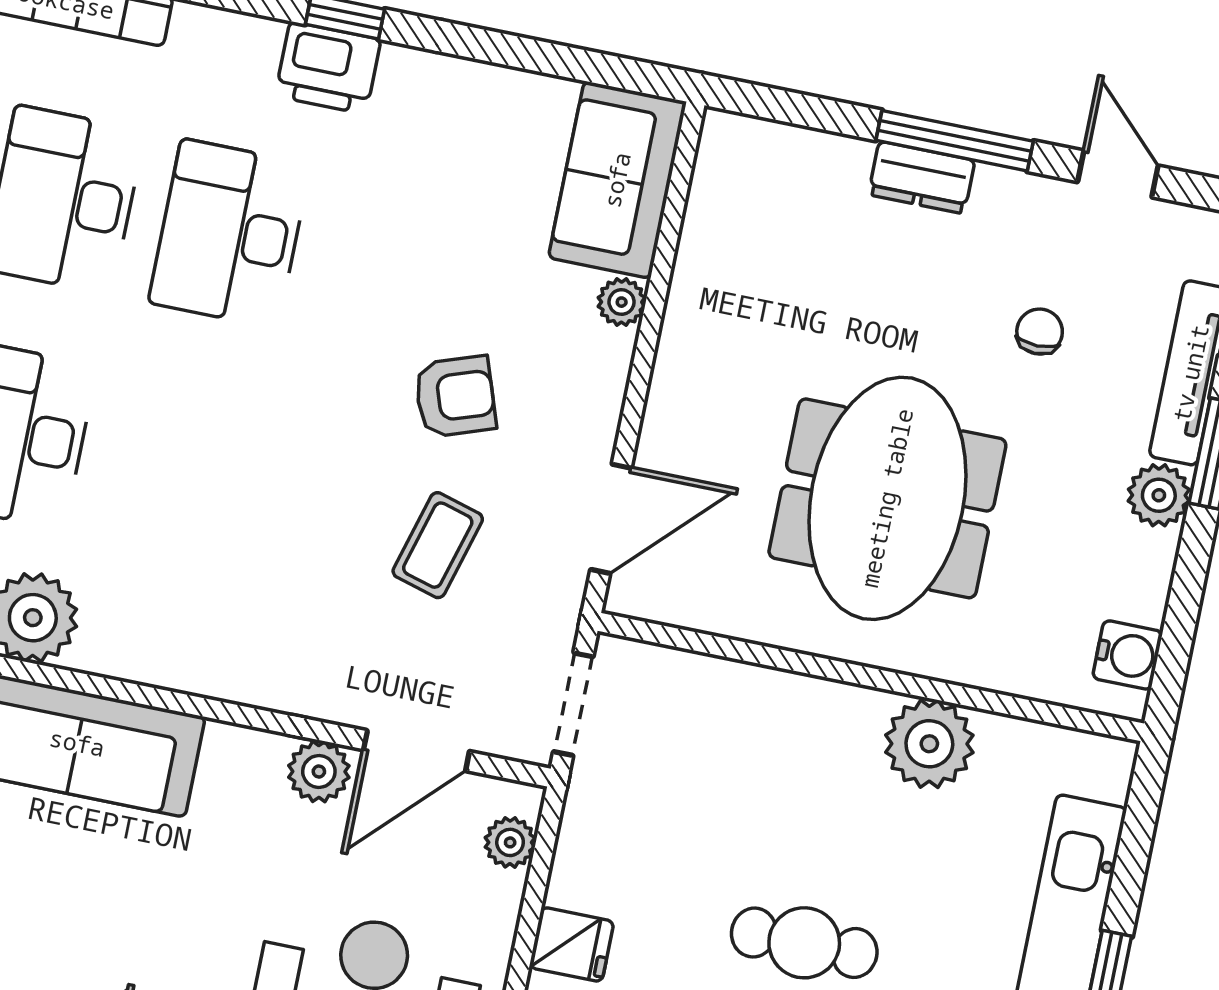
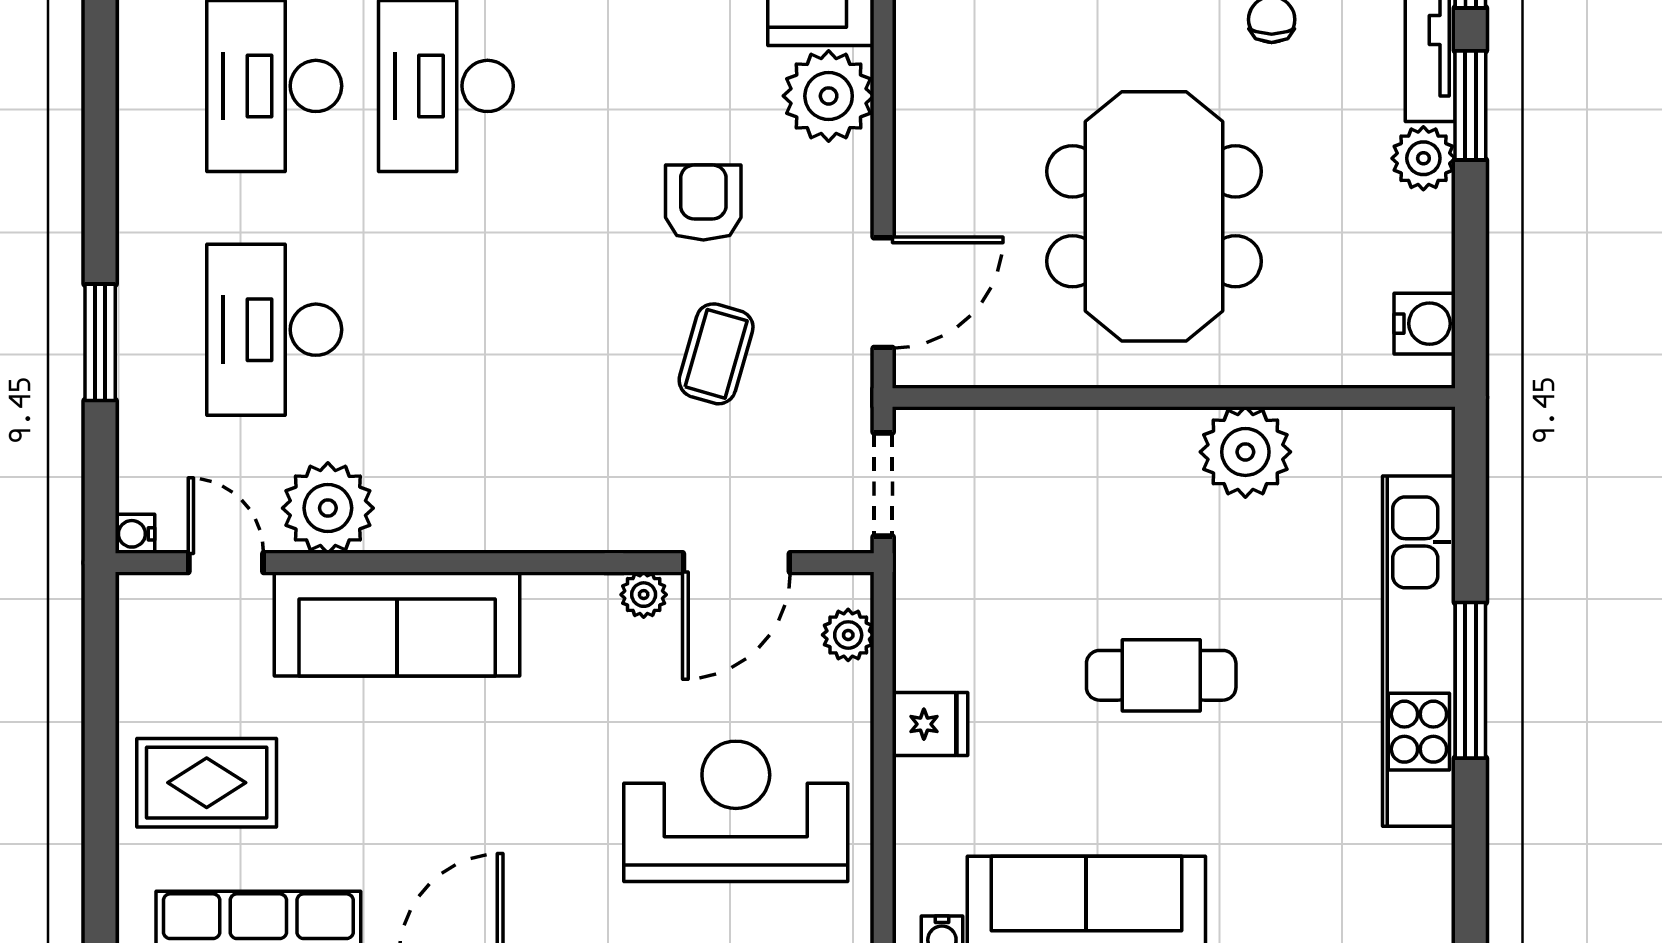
plant: (622, 302) -> (829, 96), width x1.88, depth x1.88
armchair: (455, 397) -> (703, 203), turned -71
plant: (319, 771) -> (644, 595), width x0.73, depth x0.73

